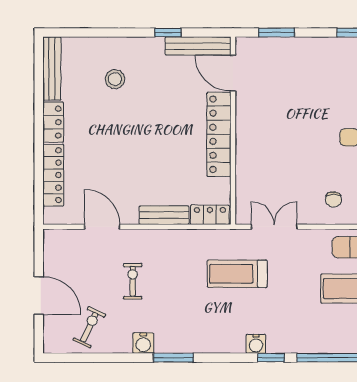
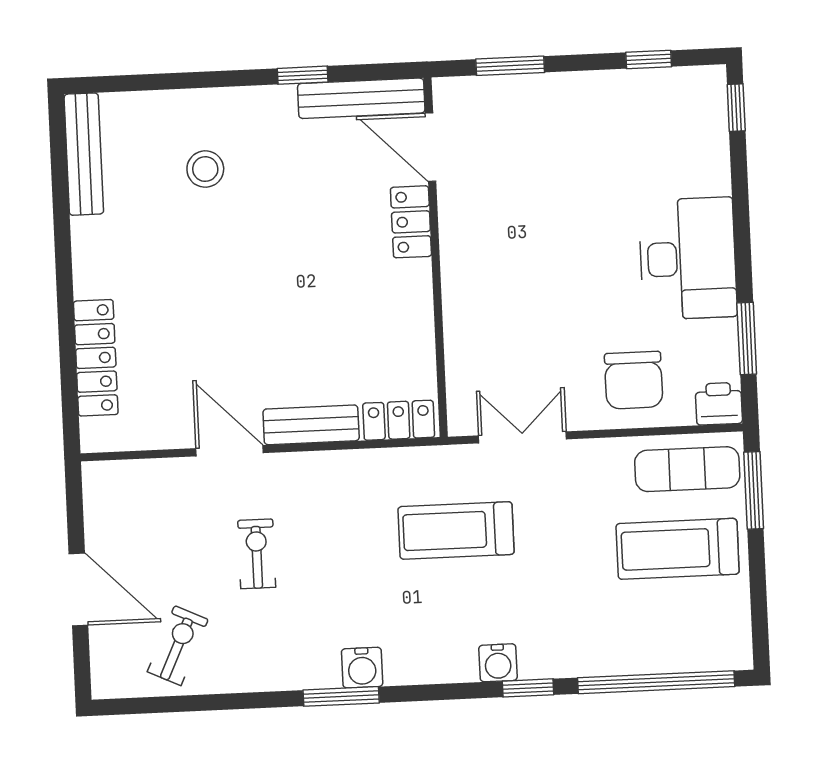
locker: (53, 122) -> (91, 257), removed
locker: (219, 134) -> (411, 222), width x0.46, depth x0.83
chair: (333, 199) -> (634, 380), width x1.87, depth x1.87
door: (102, 227) -> (230, 451), moved
water cooler: (143, 343) -> (362, 668), moved

